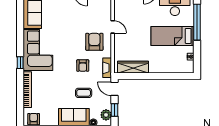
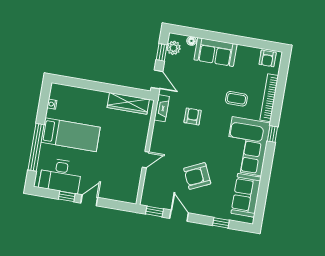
door: (113, 27) -> (146, 160), swing flipped
armchair: (94, 42) -> (197, 176), moved, turned 65
coffee table: (84, 93) -> (236, 99), moved

